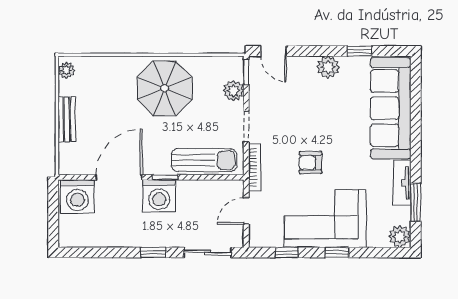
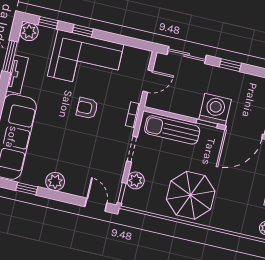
armchair: (310, 163) -> (87, 108), turned 180
bookcase: (255, 167) -> (133, 115), width x0.64
window: (287, 253) -> (48, 23), moved

